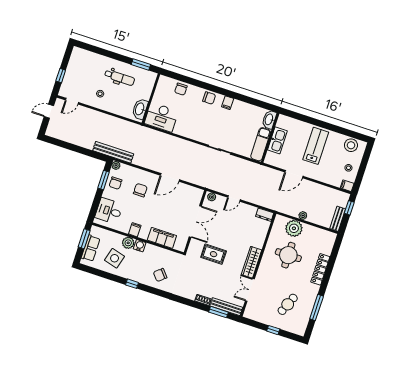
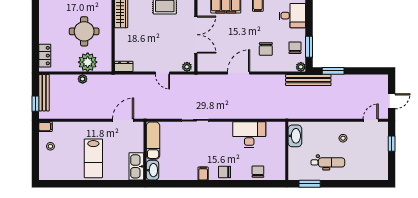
dental chair: (120, 78) -> (328, 162), turned 180
desk: (161, 117) -> (249, 135), moved
kitchen sink: (277, 140) -> (136, 166), moved
stool: (351, 145) -> (56, 171), removed
window: (90, 153) -> (333, 71), added
door: (294, 174) -> (123, 120), moved
door: (234, 198) -> (162, 73), swing flipped
bench: (338, 219) -> (44, 93), width x1.36
double door: (195, 221) -> (196, 35), swing flipped
locker: (320, 269) -> (45, 56), moved, width x0.66

